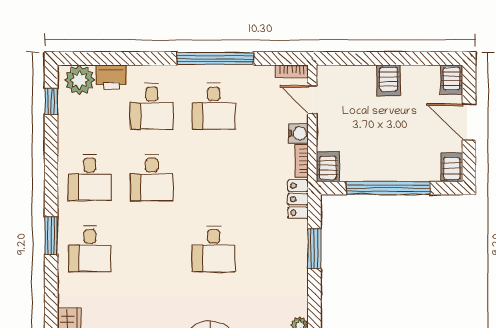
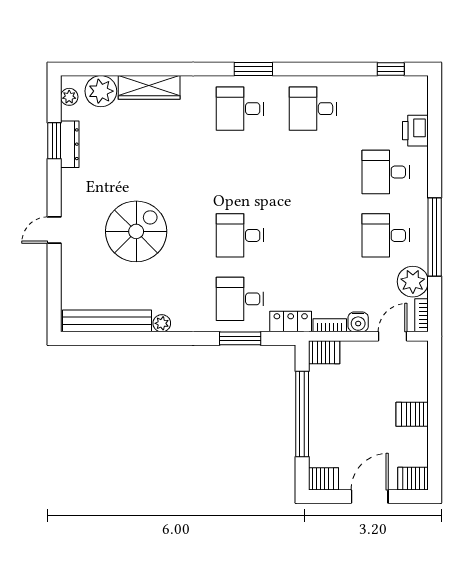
plant: (79, 80) -> (413, 282), moved
desk: (152, 178) -> (240, 299), moved

